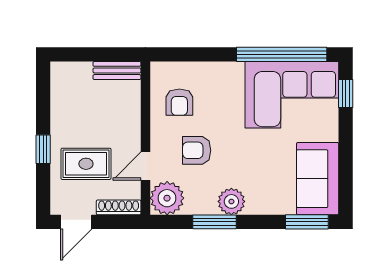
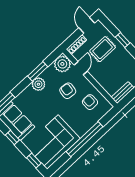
window: (282, 54) -> (84, 139), moved
armchair: (197, 150) -> (68, 91), turned -83
window: (346, 158) -> (12, 138), added

